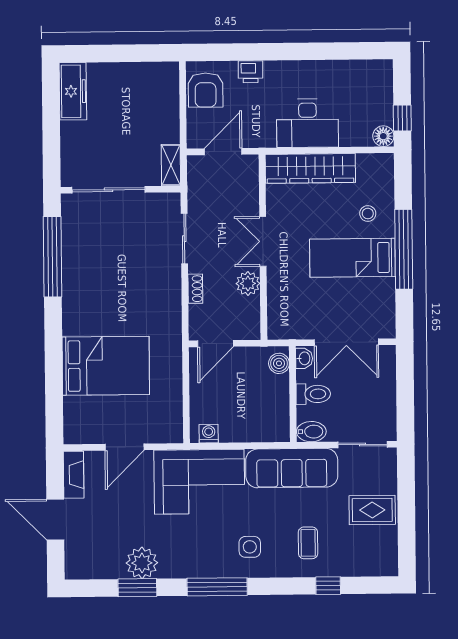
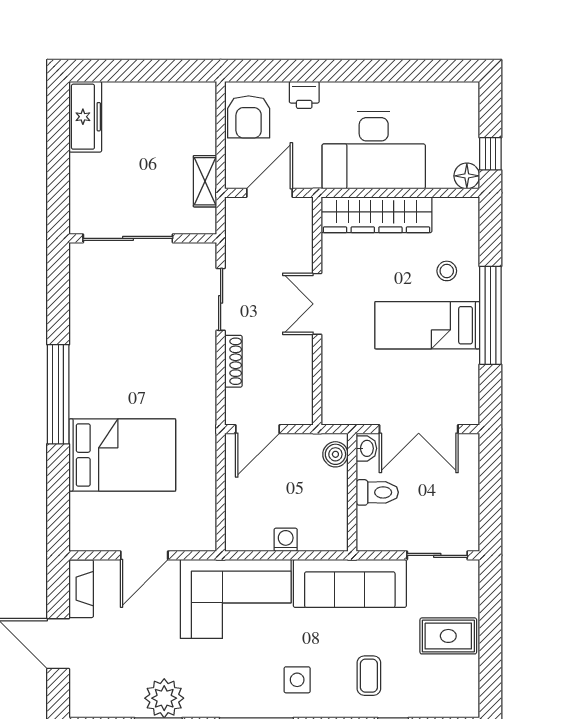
desk: (308, 123) -> (374, 150), width x1.36, depth x1.30
shelving: (171, 165) -> (205, 181), moved
window: (53, 257) -> (58, 394), moved
plant: (248, 283) -> (298, 356), removed
shoe rack: (195, 289) -> (233, 361), width x1.43
bidet: (311, 432) -> (374, 539), removed
washing machine: (209, 434) -> (286, 540), moved

